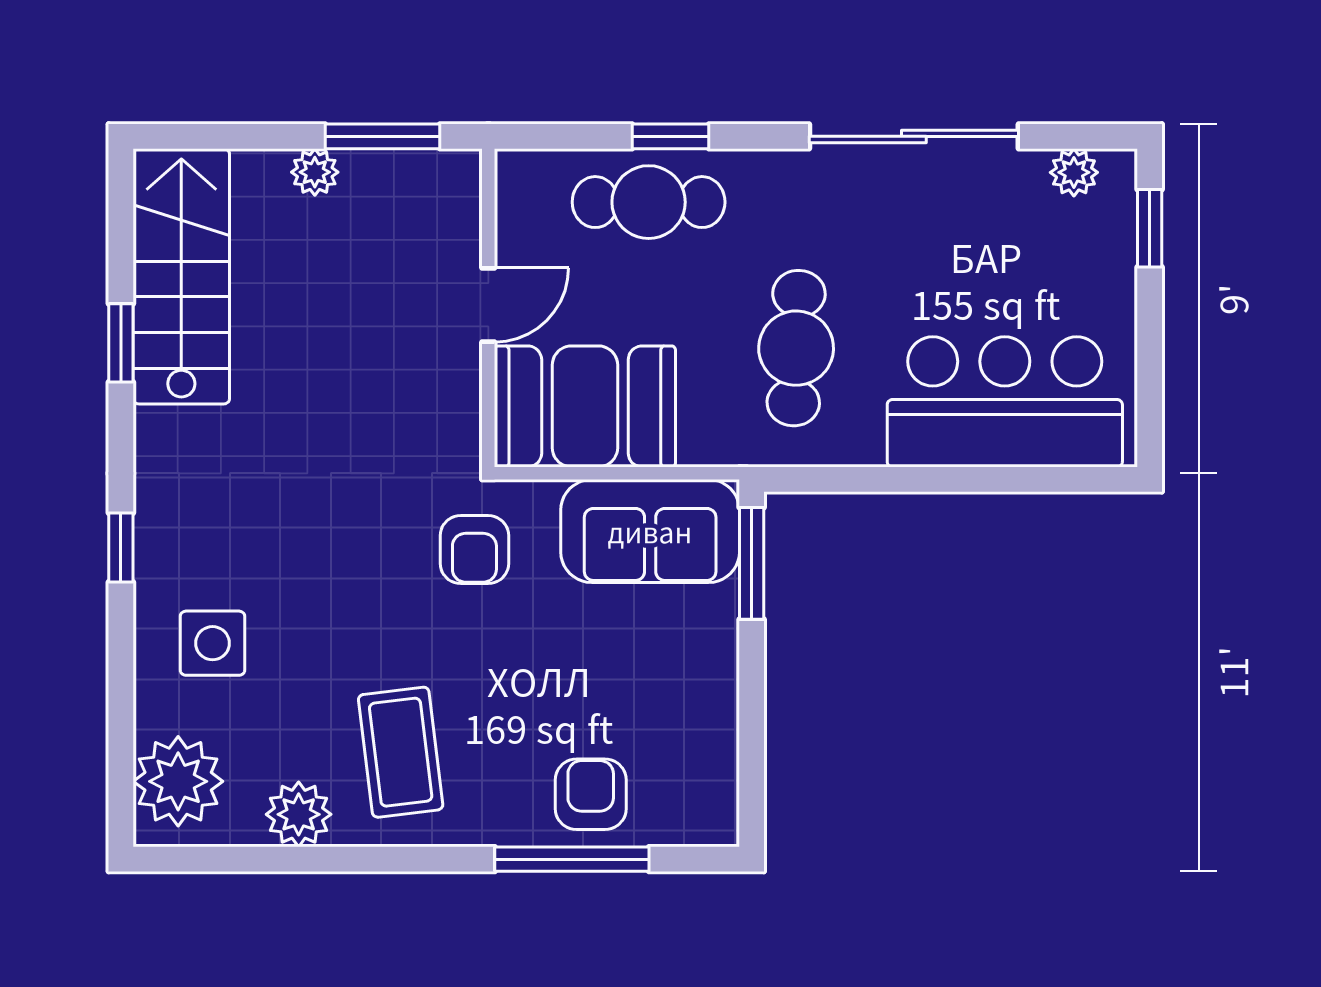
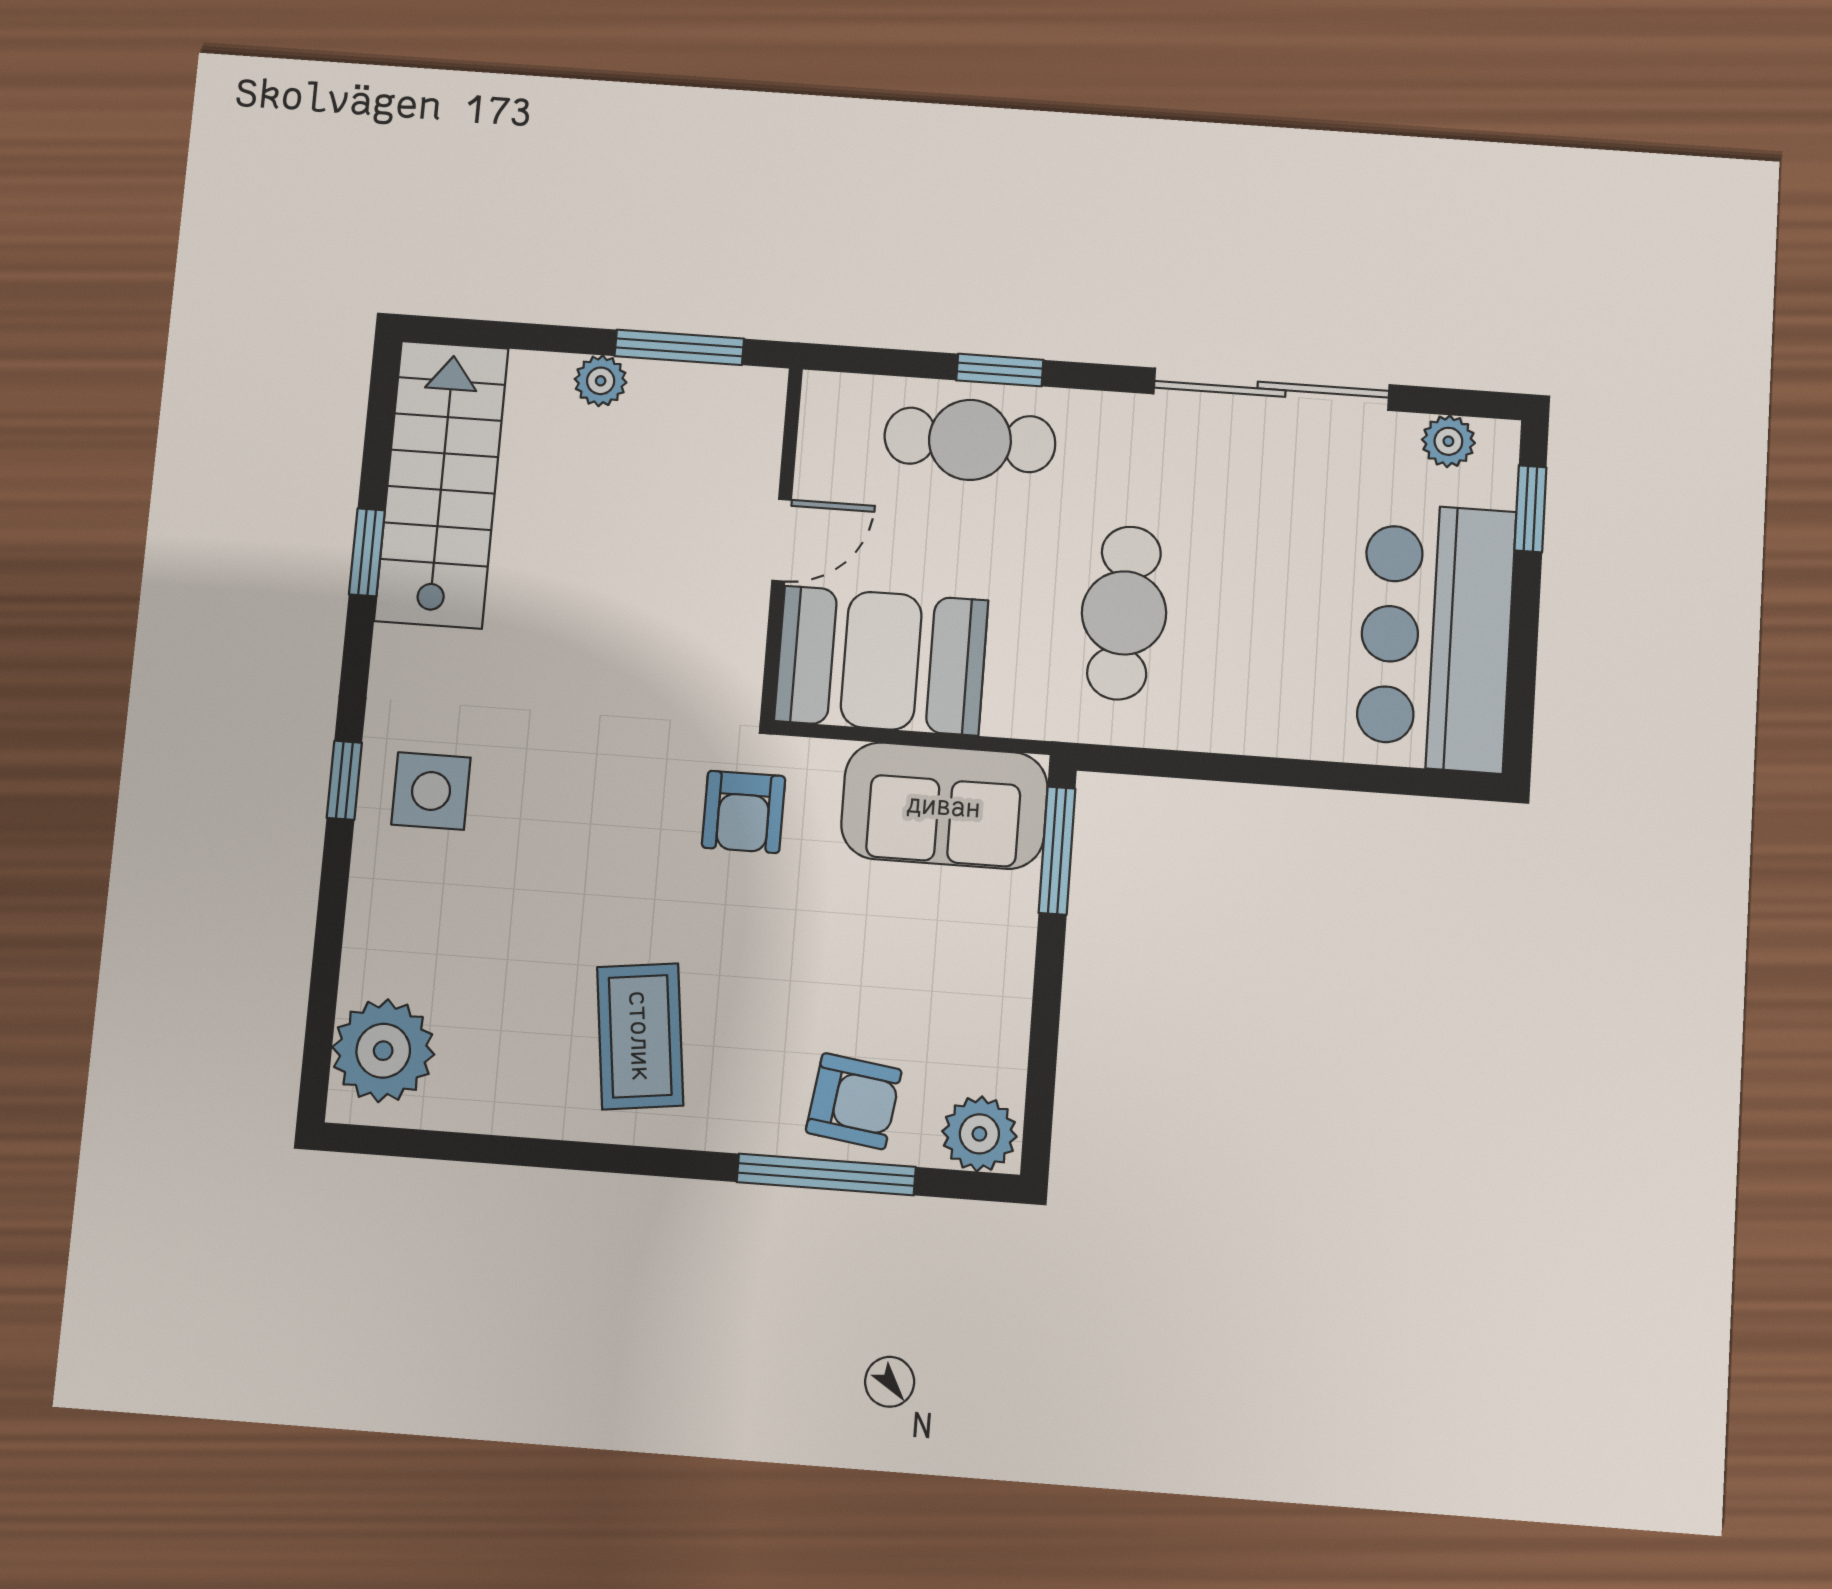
bar counter: (1005, 402) -> (1436, 637), moved, turned -90
side table: (212, 643) -> (431, 791), moved
armchair: (591, 794) -> (854, 1101), turned 98
plant: (299, 814) -> (979, 1134), moved

